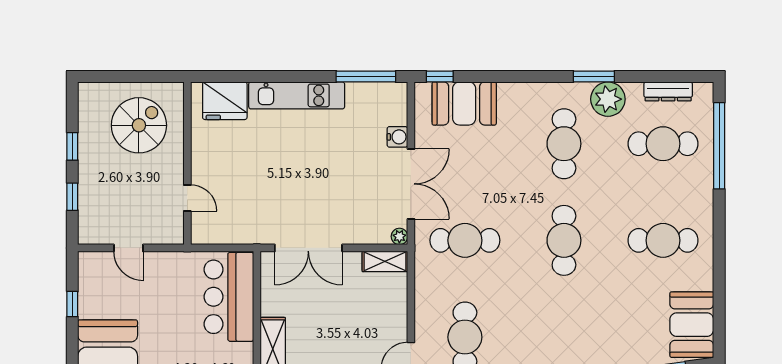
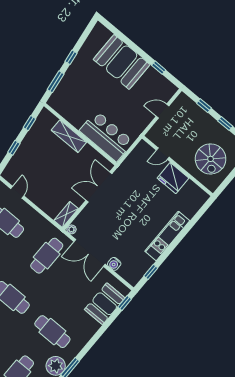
window: (366, 76) -> (151, 272), width x0.46
fridge: (225, 101) -> (173, 178), moved, turned -90

